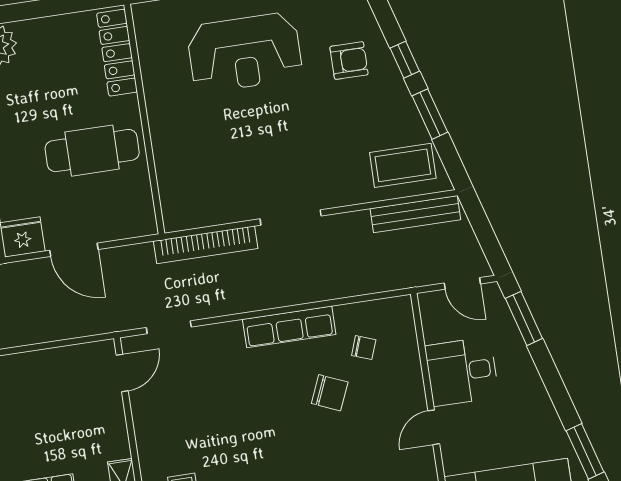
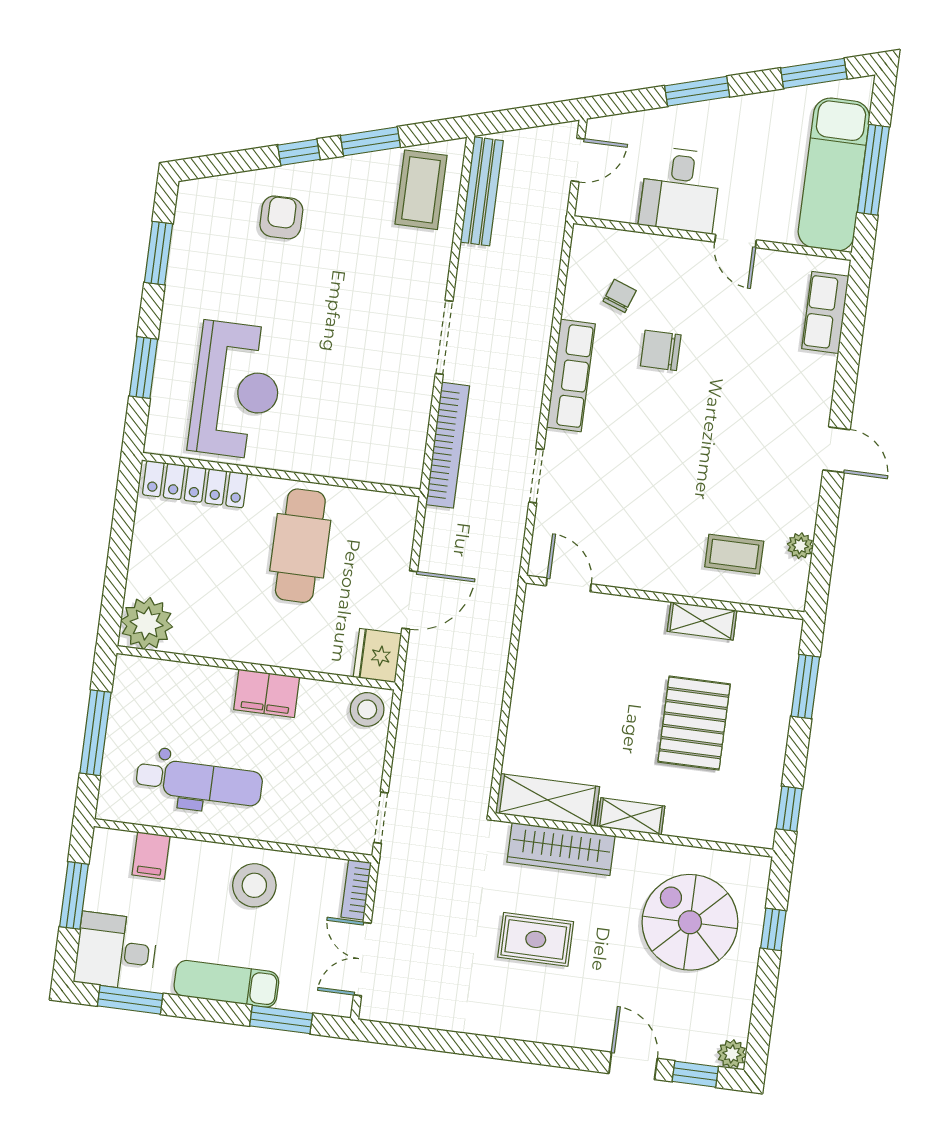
reception desk: (245, 52) -> (236, 390), moved
window: (524, 318) -> (697, 91), moved
doorway: (169, 327) -> (536, 476), moved
chair: (330, 393) -> (661, 350), turned -113

